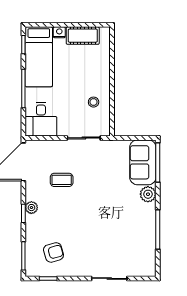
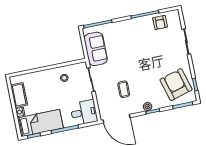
sofa: (143, 162) -> (96, 49), moved, turned -90
plant: (148, 194) -> (121, 26), removed
armchair: (142, 248) -> (160, 23), added
armchair: (53, 252) -> (176, 85), width x1.88, depth x1.88

